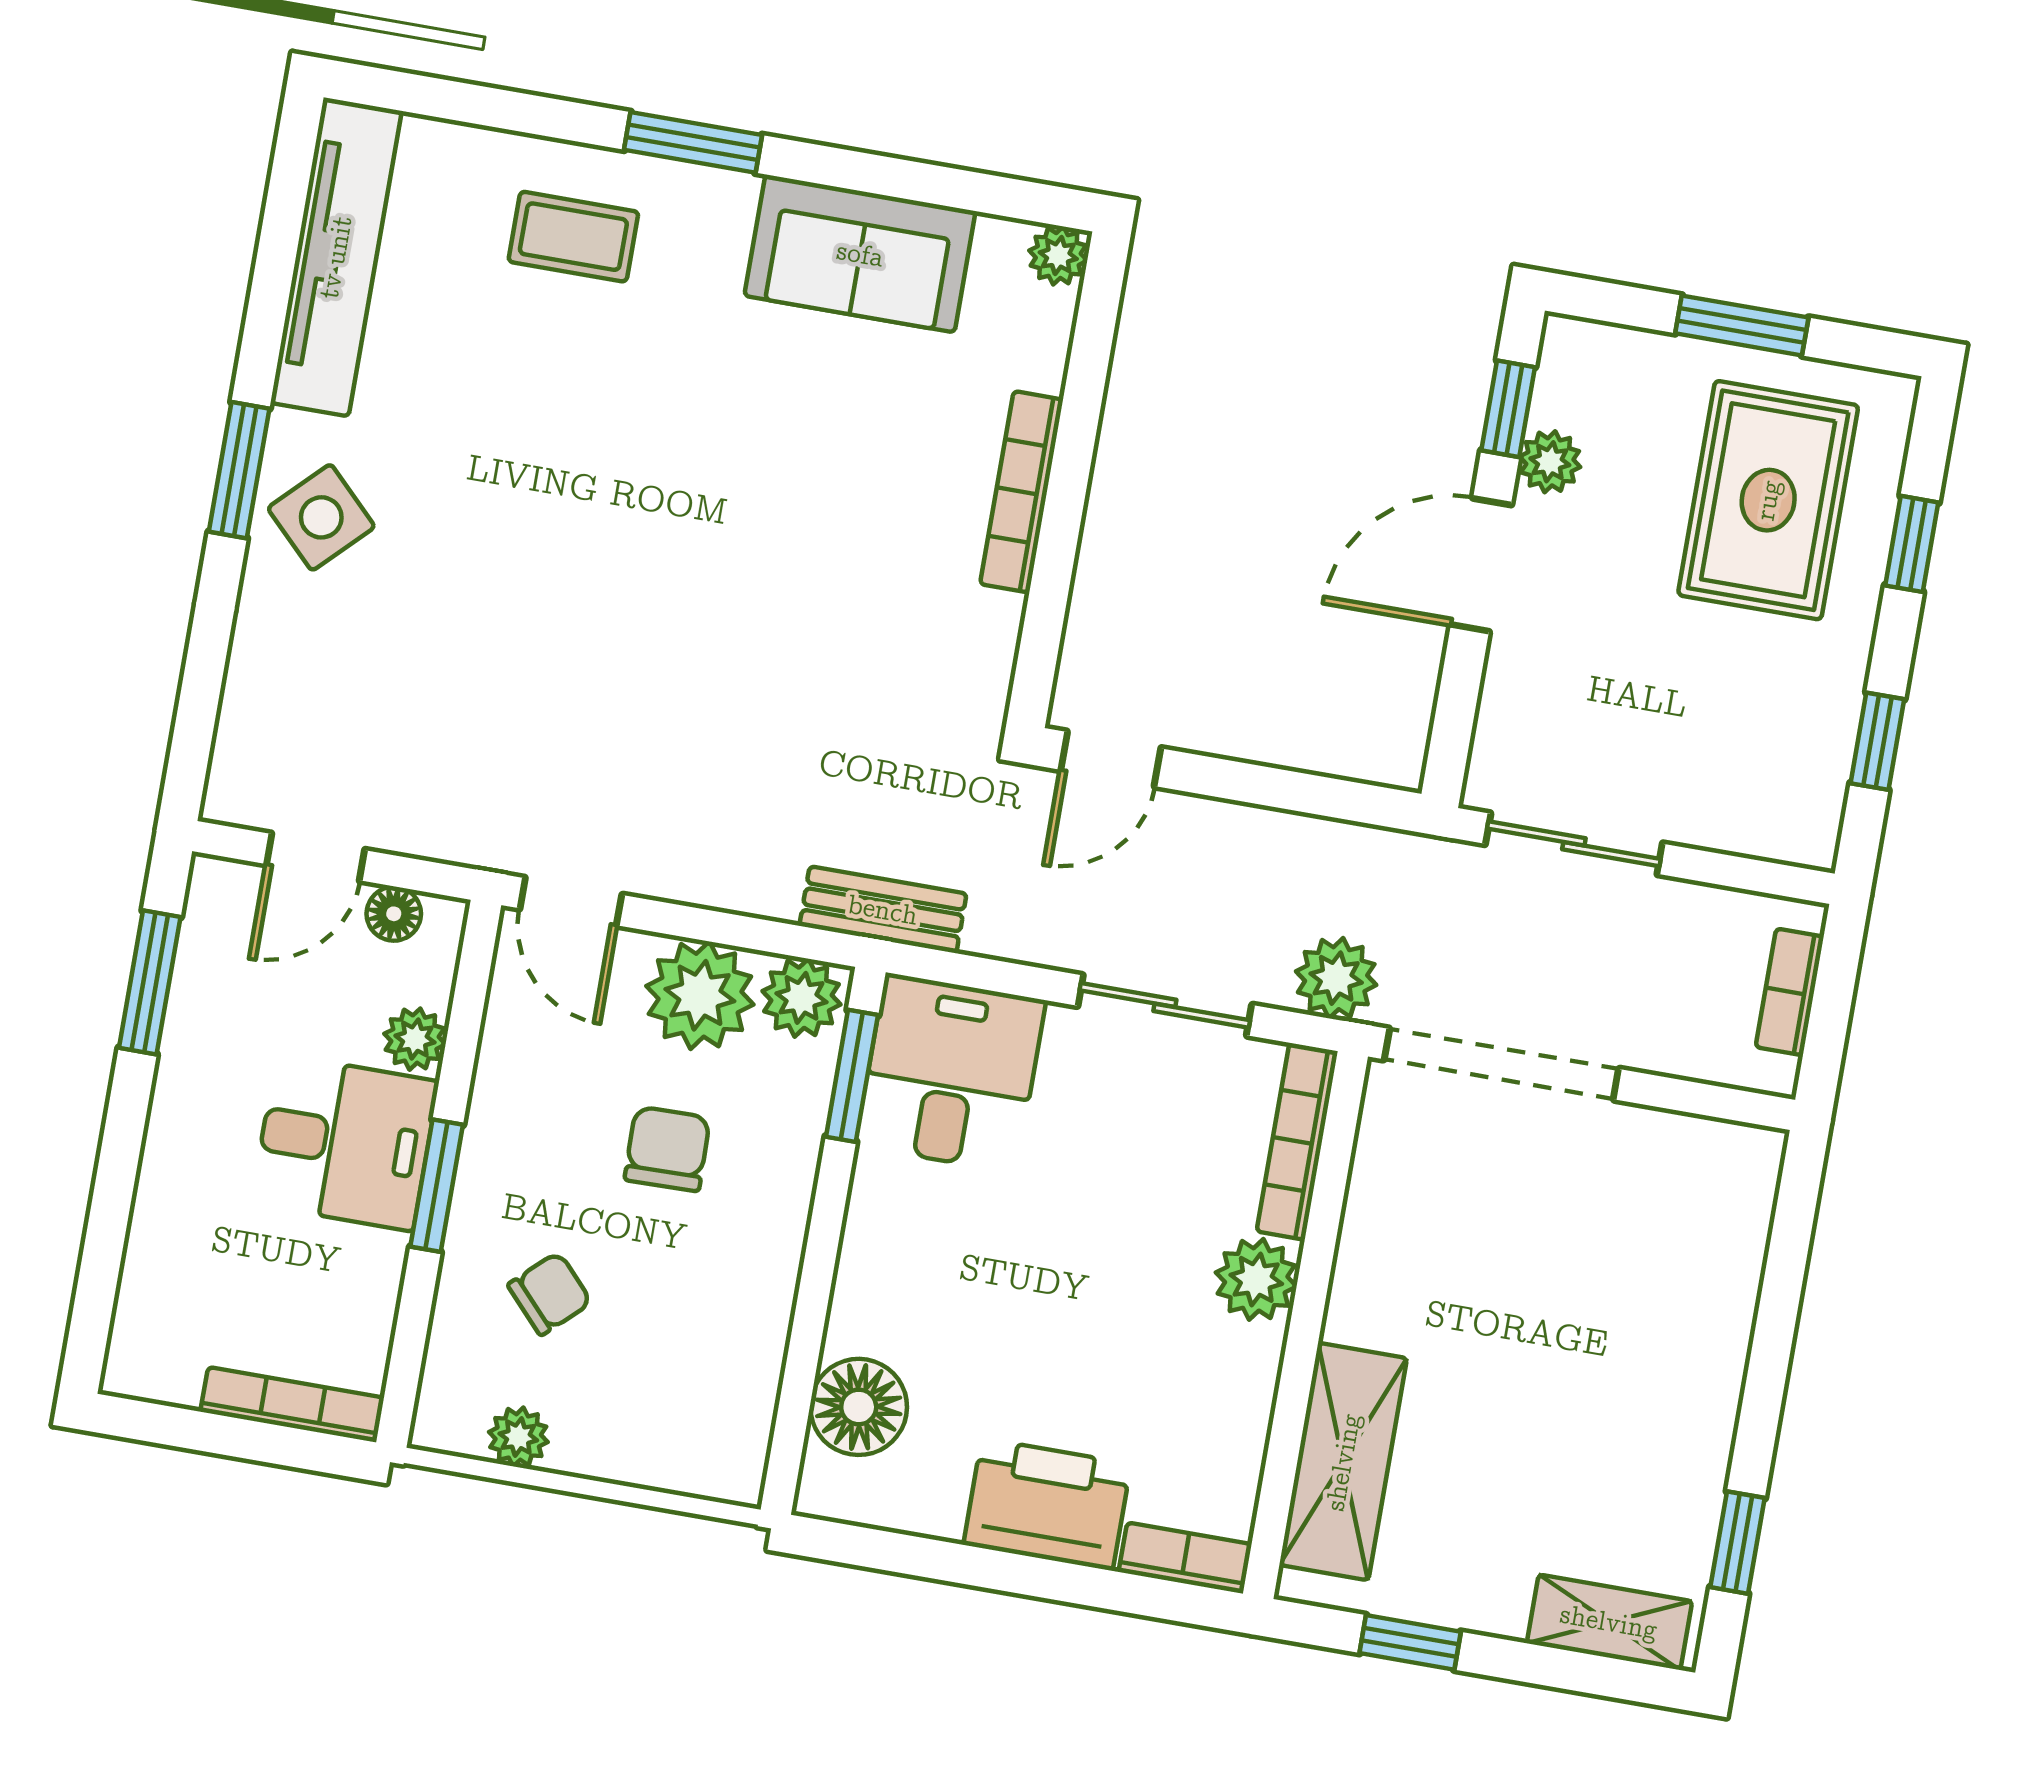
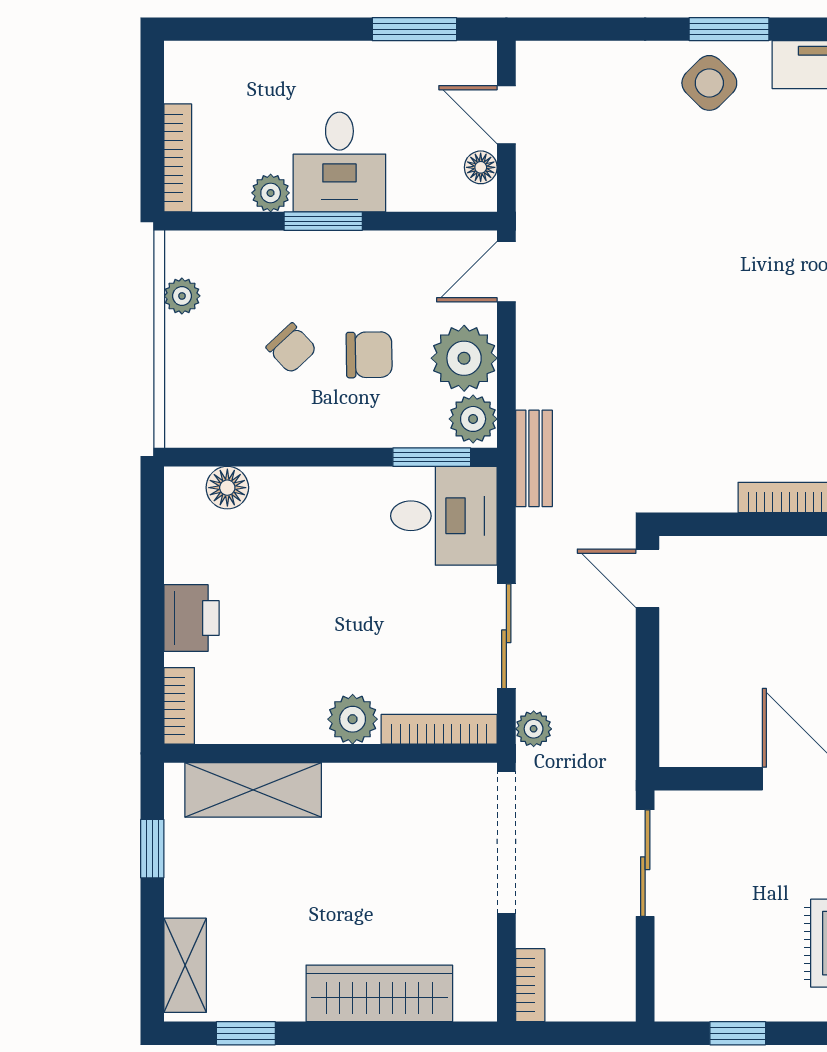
plant: (1336, 978) -> (534, 729), width x0.73, depth x0.73
bookcase: (1790, 992) -> (530, 985), moved, turned 90
plant: (415, 1039) -> (271, 193), moved
chair: (550, 1294) -> (291, 348), moved
wardrobe: (1711, 1314) -> (379, 993), added
floor lamp: (859, 1407) -> (227, 488), width x0.73, depth x0.73
printer: (1047, 1504) -> (191, 618), width x0.73, depth x0.84

